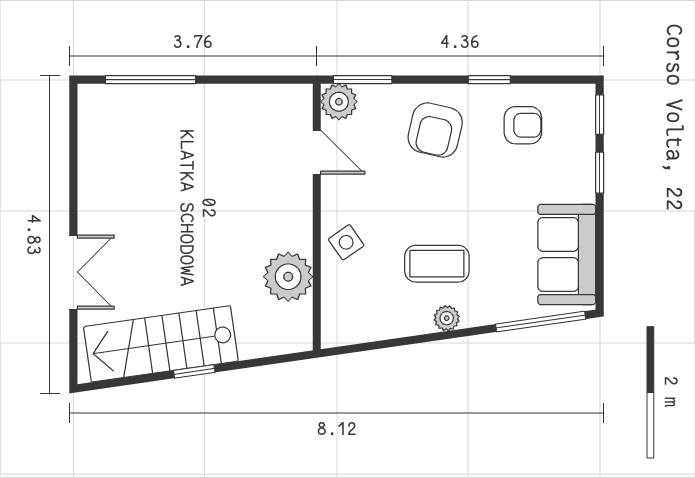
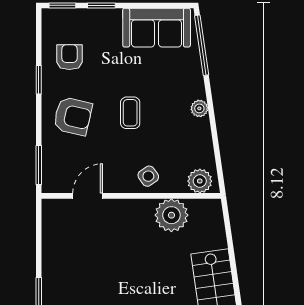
plant: (339, 102) -> (200, 181), moved
coffee table: (437, 264) -> (130, 113), moved, width x0.73, depth x0.77
window: (194, 371) -> (235, 278), removed

